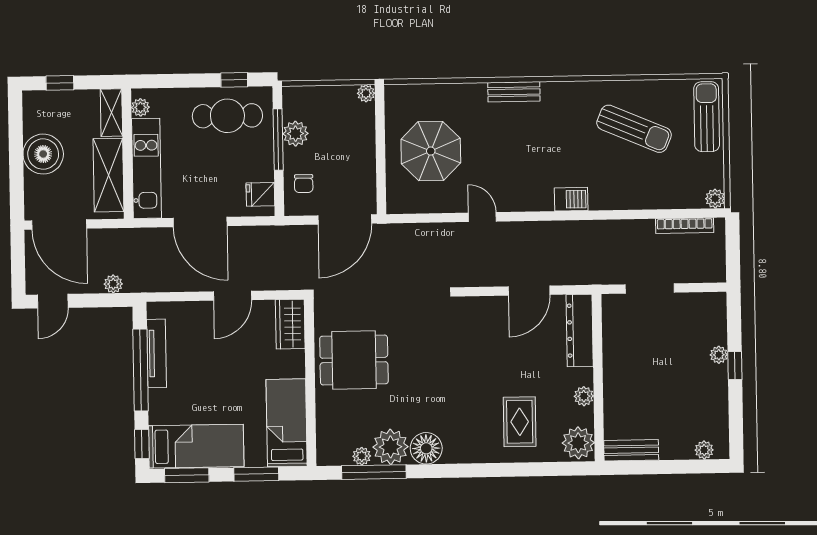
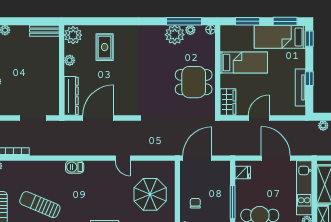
plant: (295, 134) -> (223, 205), removed
chair: (304, 184) -> (195, 203), moved
door: (529, 291) -> (98, 118), width x1.36
window: (141, 370) -> (309, 79), width x0.32
bed: (287, 423) -> (244, 63), moved, turned -90
floor lamp: (426, 448) -> (210, 30), moved, width x0.53, depth x0.53

